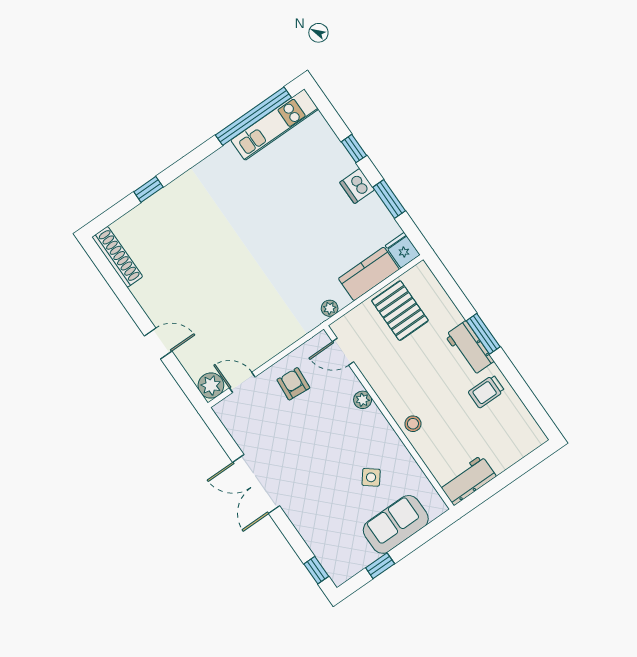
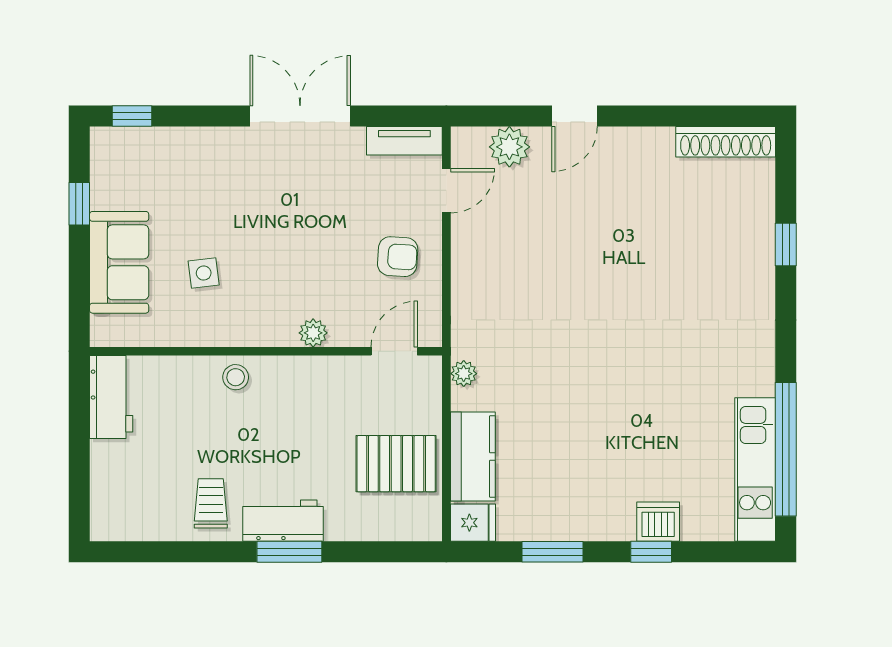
dishwasher: (357, 186) -> (658, 522), moved
plant: (211, 386) -> (509, 147), moved
tv unit: (232, 422) -> (404, 141), added
side table: (371, 477) -> (204, 273), turned 45

